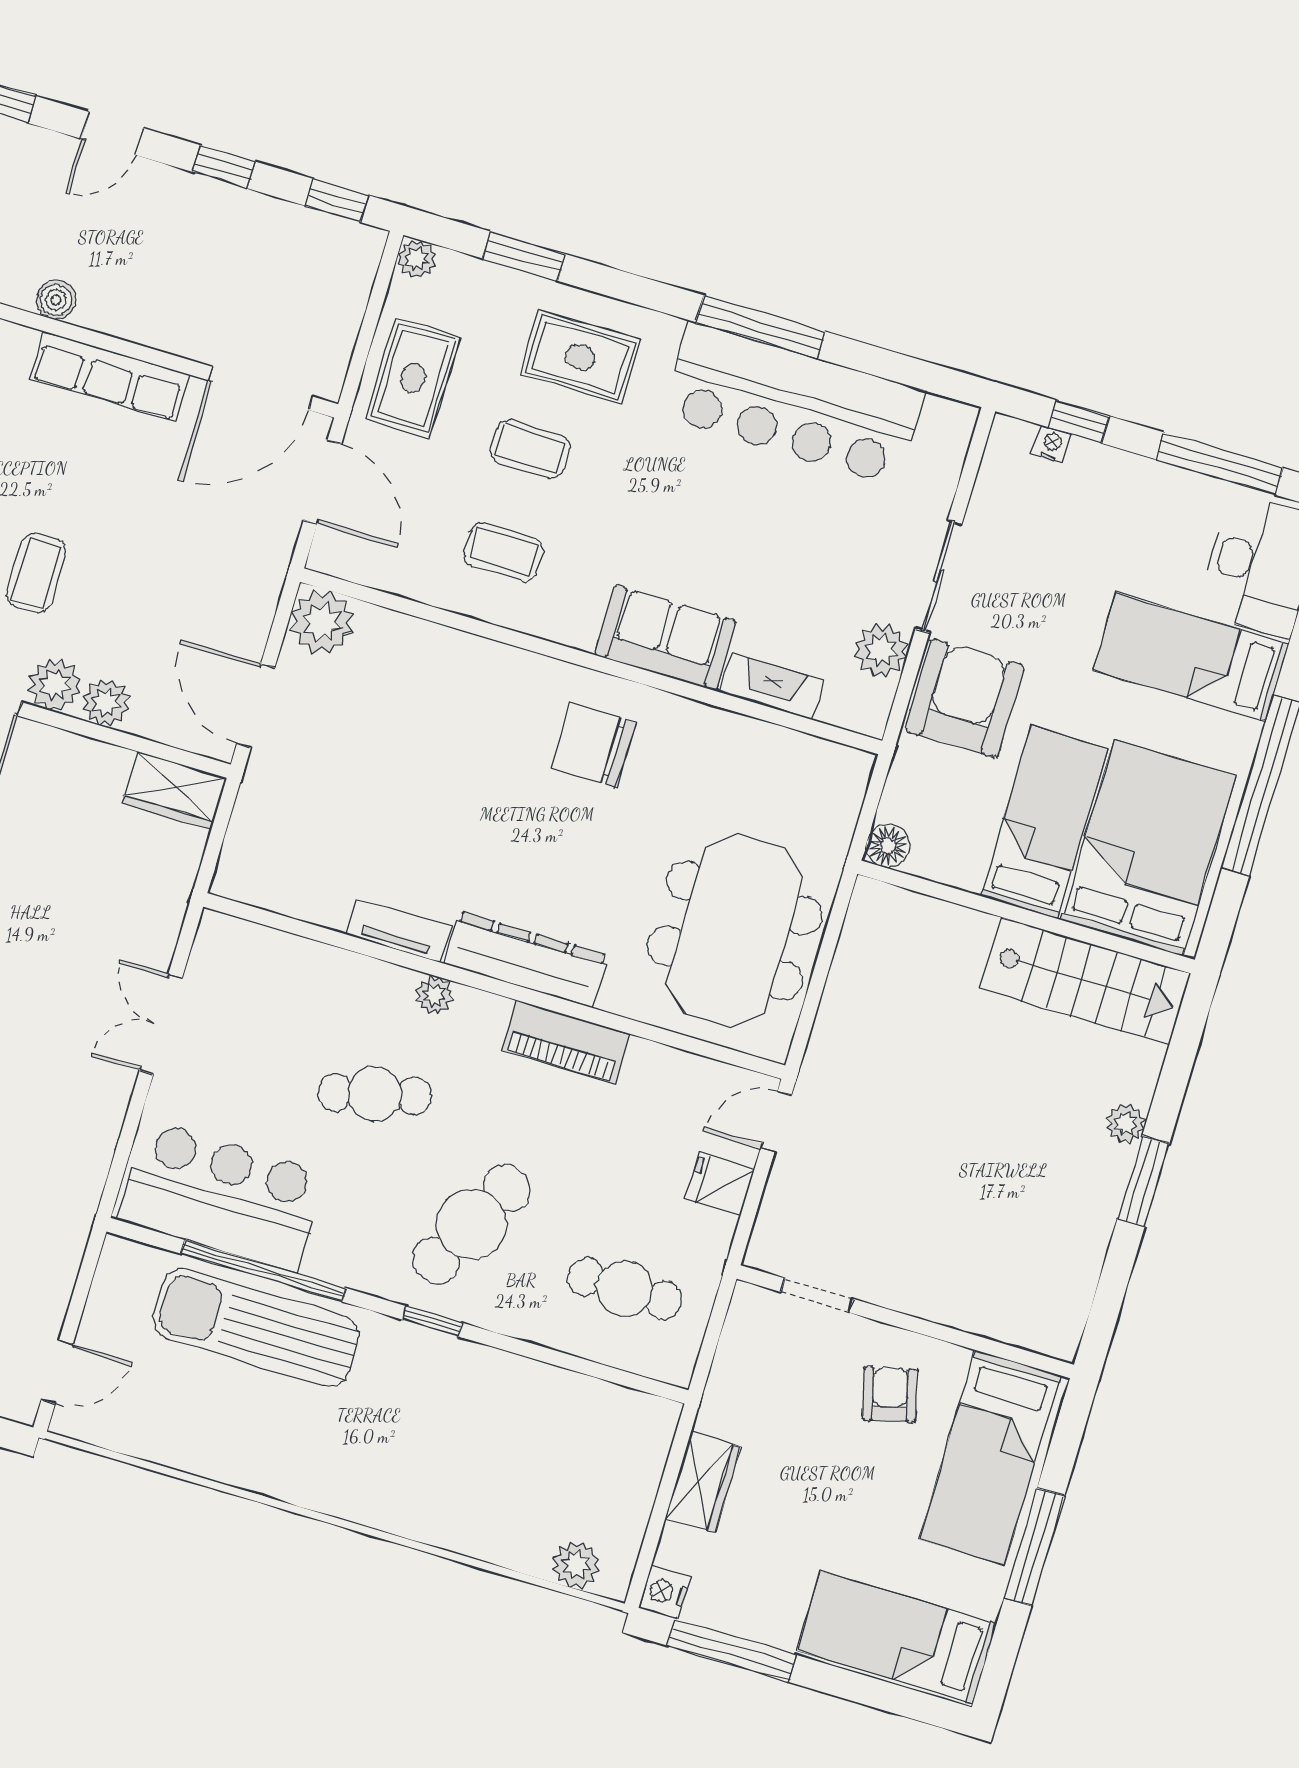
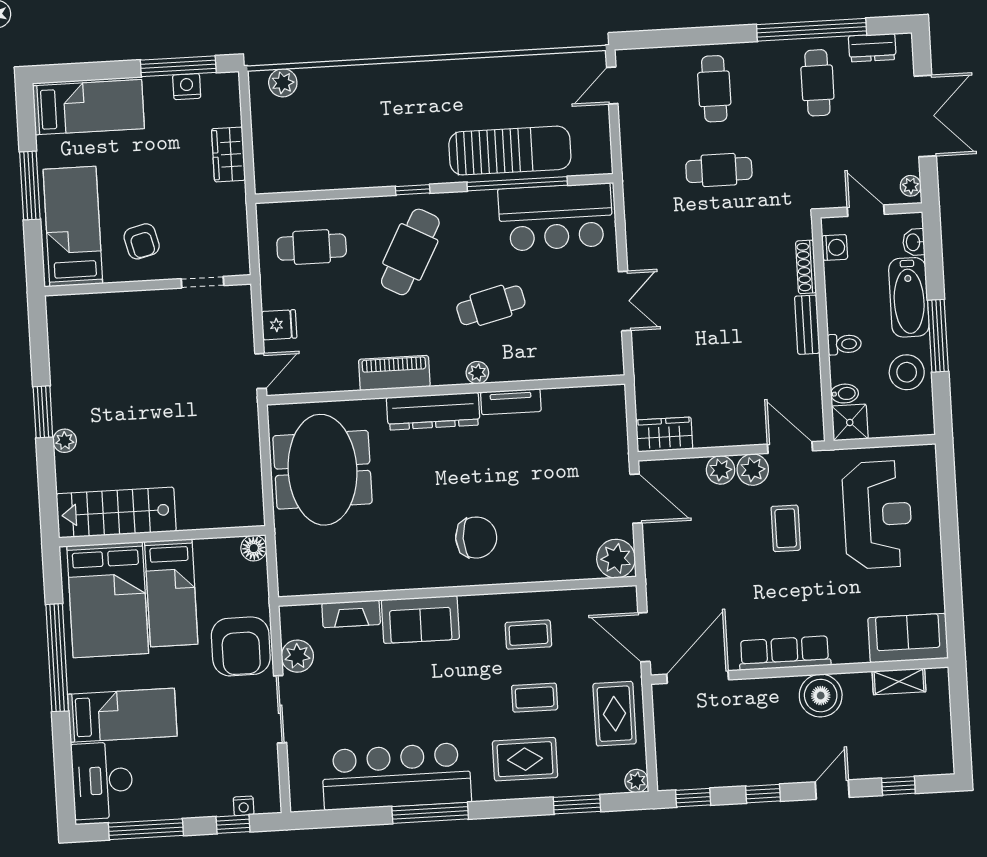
boiler: (56, 300) -> (821, 696), width x1.86, depth x1.86
chair: (593, 745) -> (476, 538), moved
nightstand: (665, 1592) -> (187, 87), moved, turned -90

